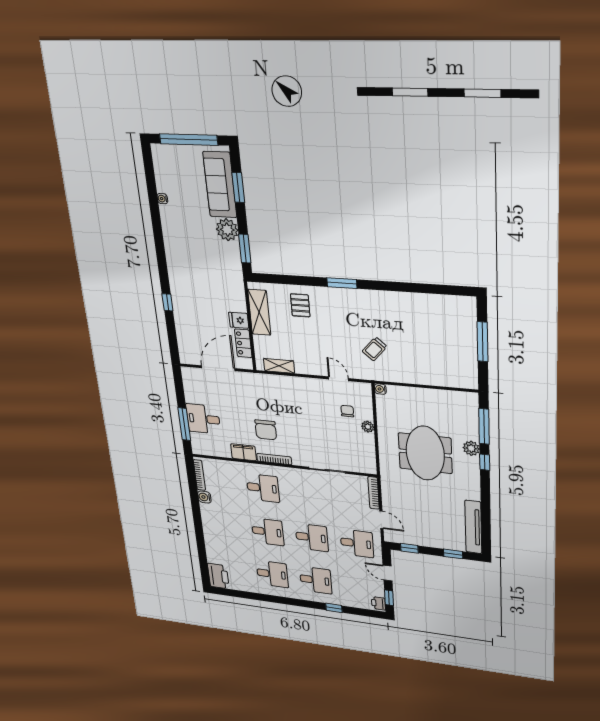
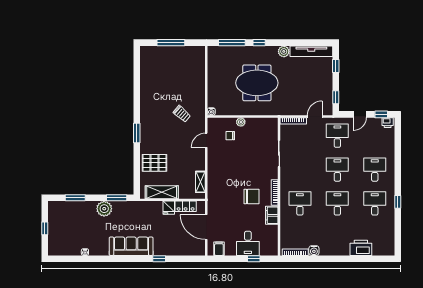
window: (188, 139) -> (45, 228), width x0.32
sofa: (220, 185) -> (131, 246), moved, turned 180
pallet: (300, 305) -> (154, 163), width x1.50, depth x1.42
filing cabinet: (191, 382) -> (219, 249), added
window: (184, 424) -> (254, 259), width x0.46
plant: (471, 448) -> (284, 51), moved
printer: (218, 576) -> (361, 248), moved
window: (334, 608) -> (398, 202), moved

